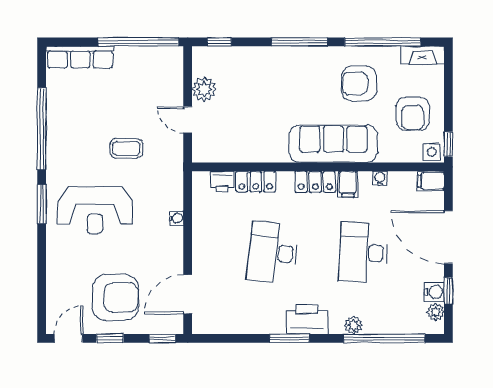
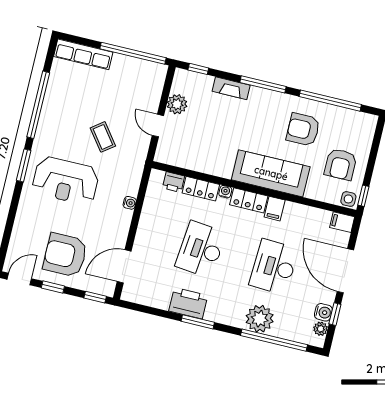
fireplace: (423, 55) -> (231, 88), moved
coffee table: (126, 148) -> (103, 137), turned 53
water cooler: (380, 178) -> (225, 192), moved
armchair: (115, 297) -> (65, 255), turned 180
printer: (307, 319) -> (188, 303), moved
plant: (353, 325) -> (260, 319), width x1.87, depth x1.87

